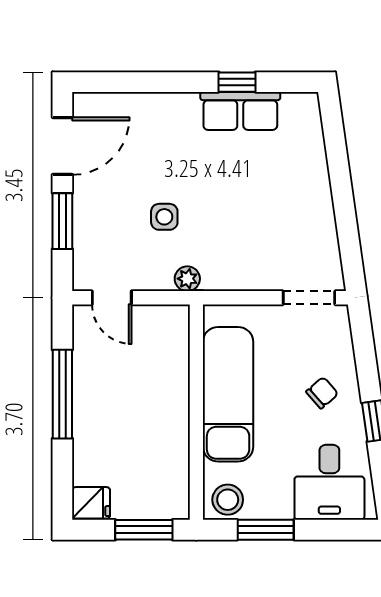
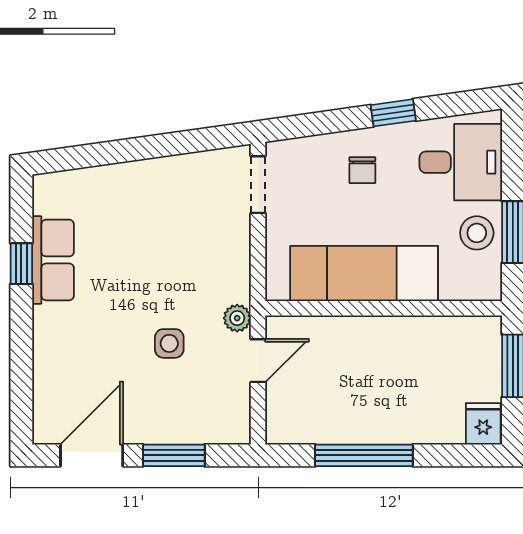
door: (62, 146) -> (92, 455), hinge flipped
door: (112, 298) -> (258, 361), moved
chair: (322, 393) -> (362, 170), turned -139
stool: (228, 500) -> (477, 233), moved

